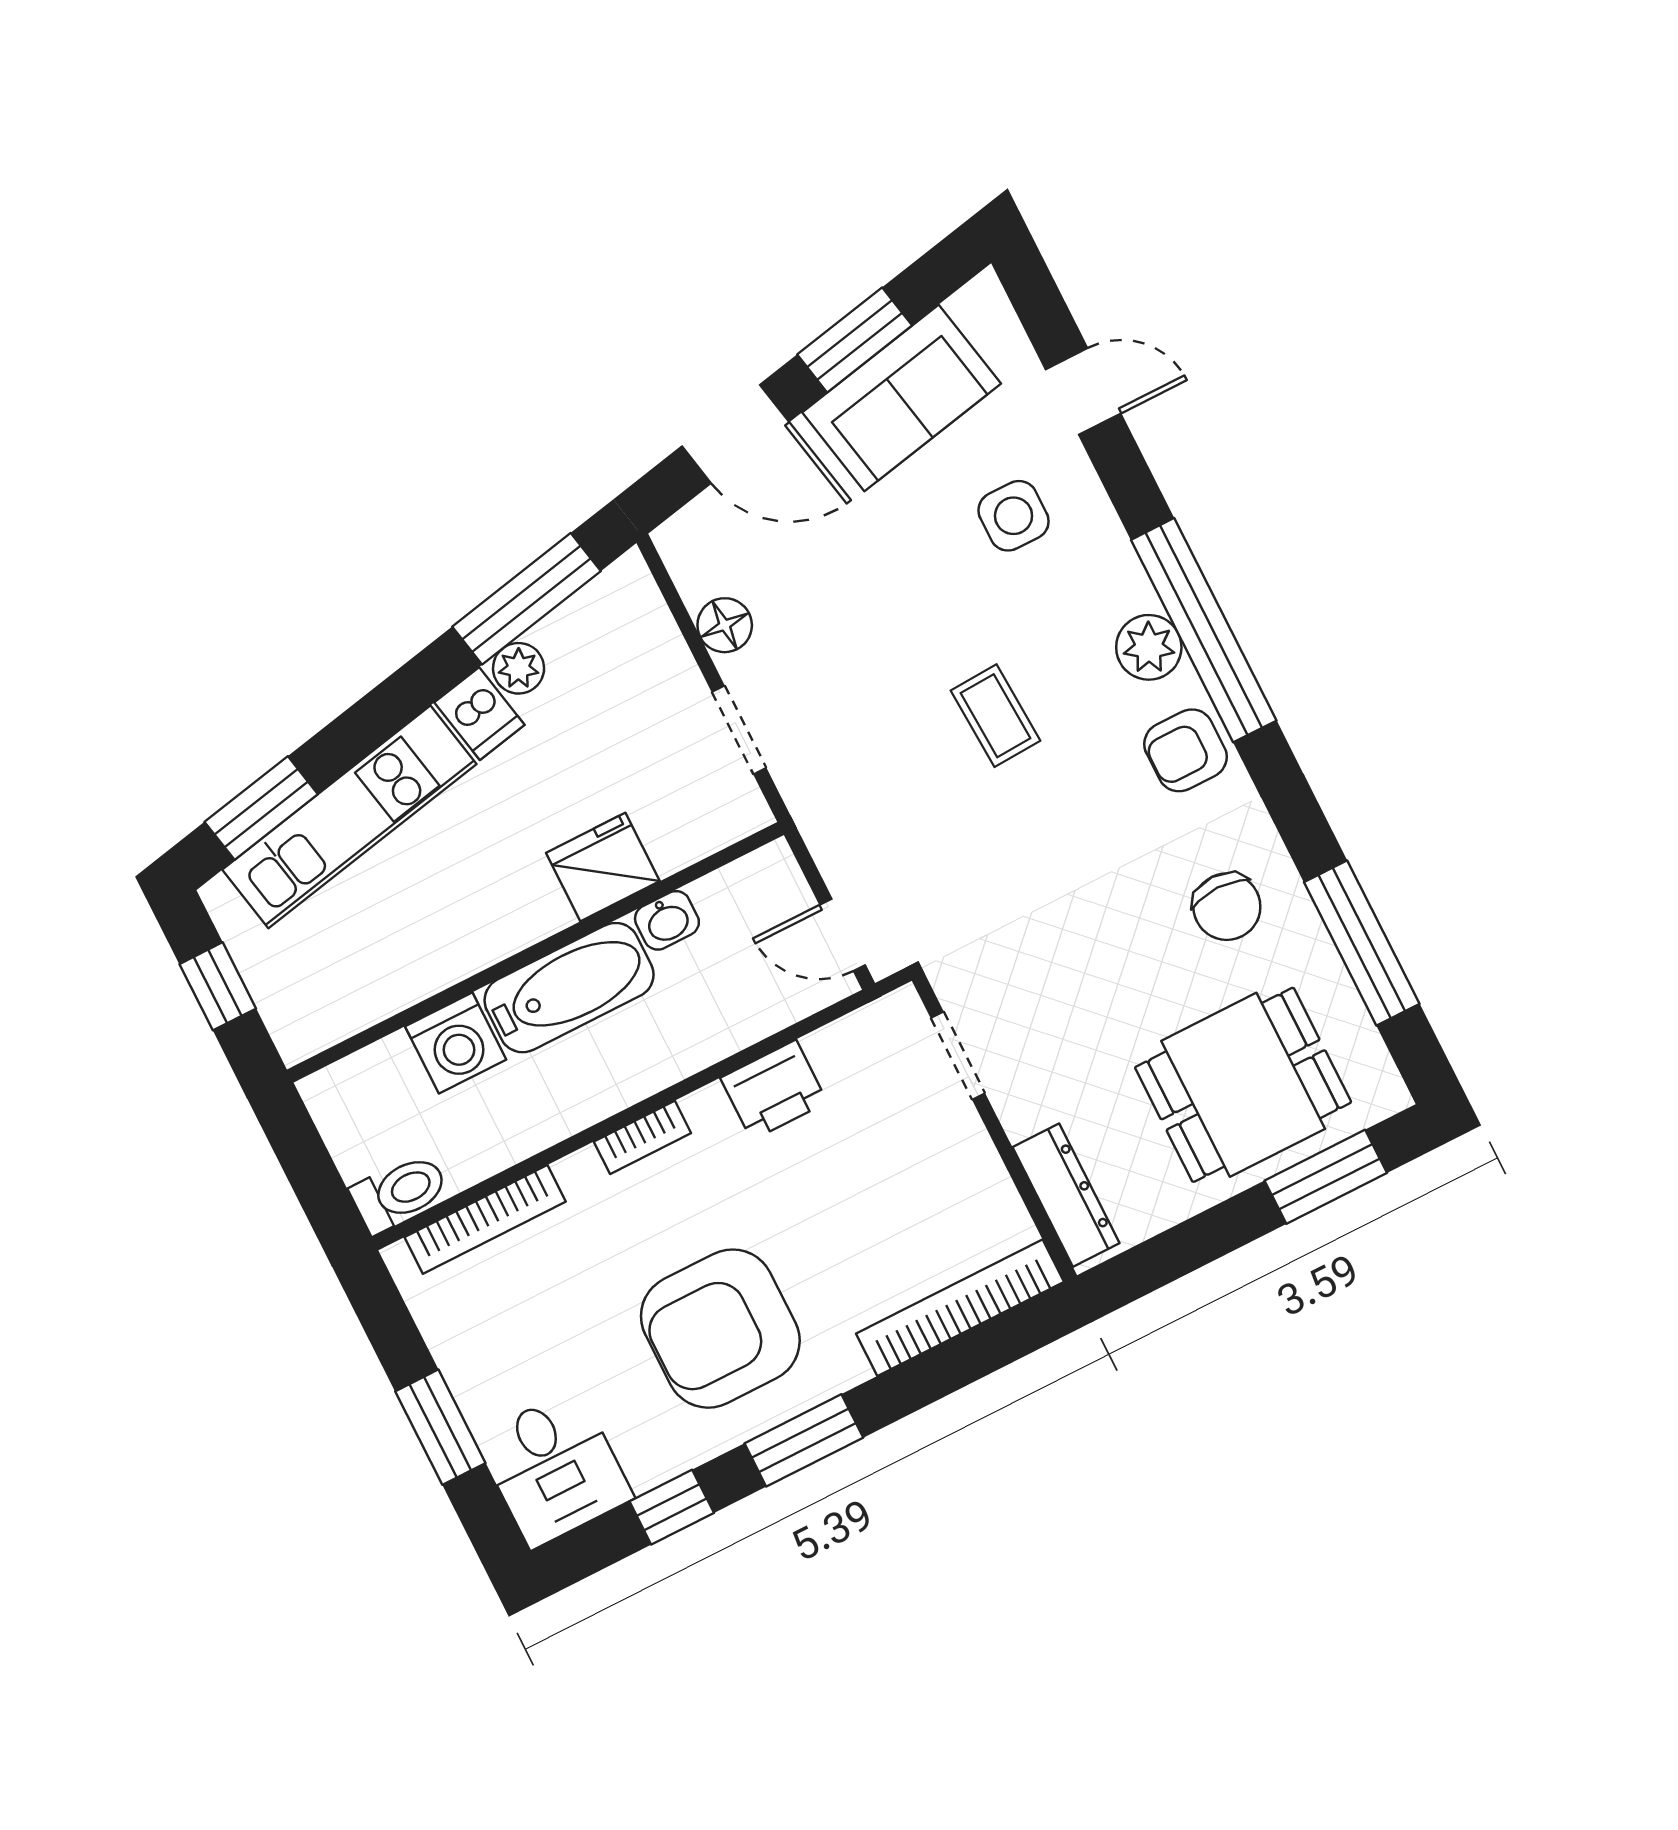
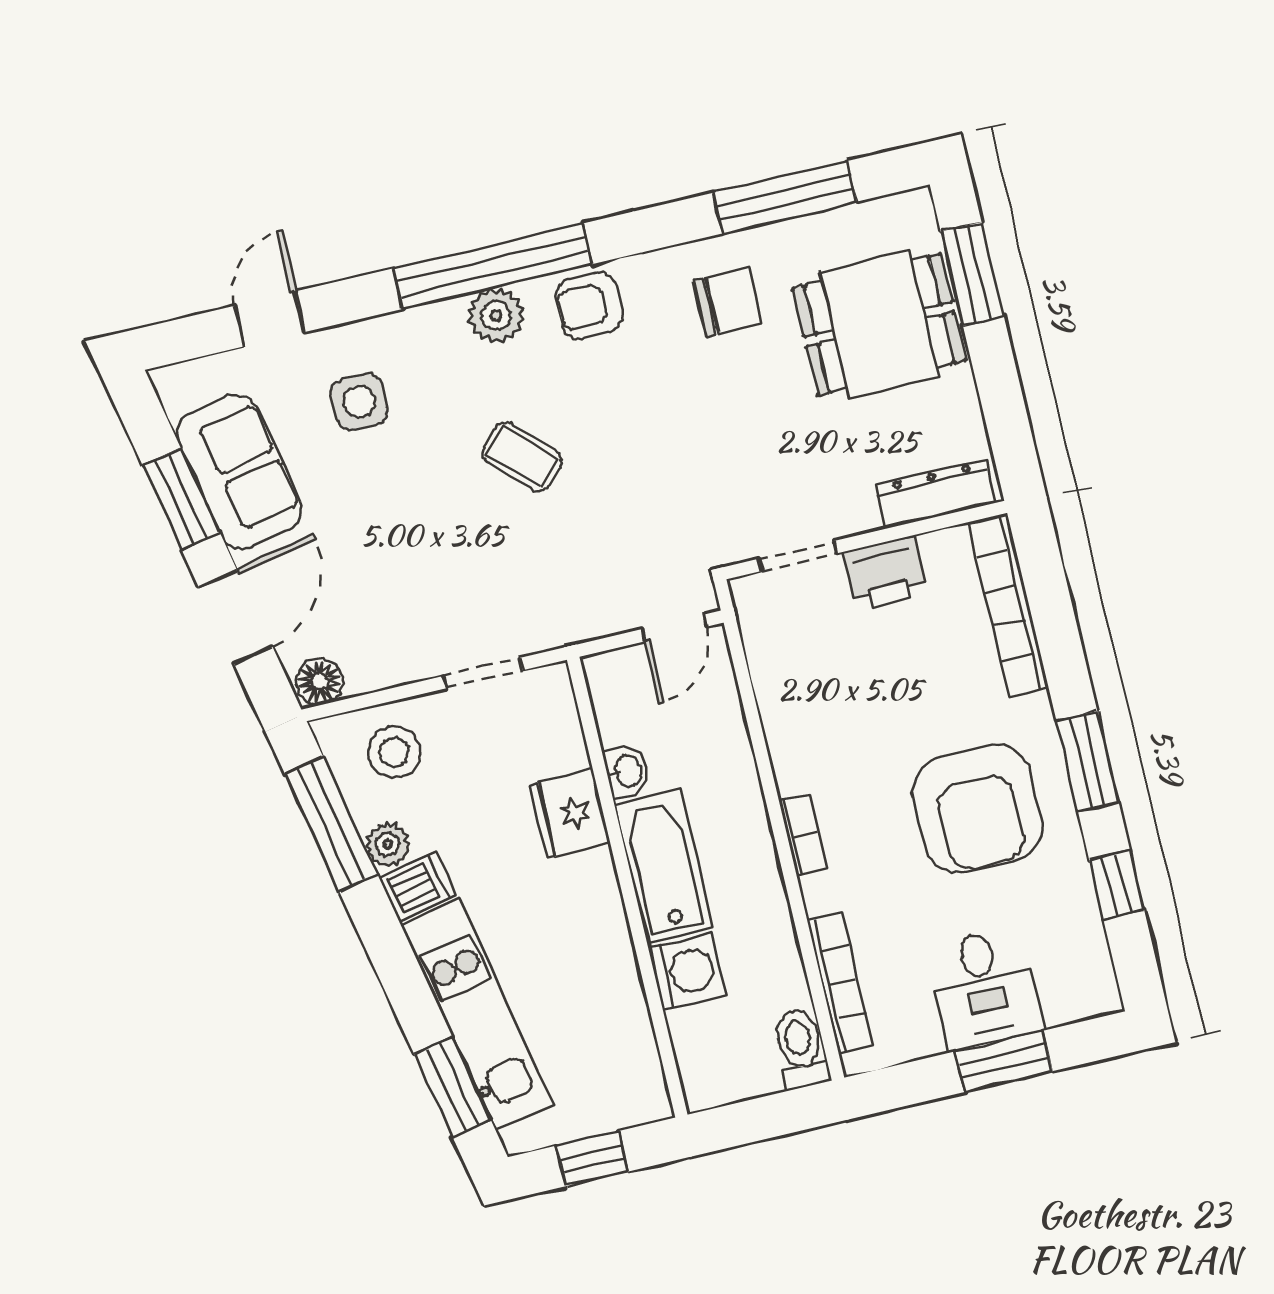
floor lamp: (725, 625) -> (320, 681), moved
stool: (625, 651) -> (394, 752), added
coffee table: (995, 716) -> (522, 457), turned 48
armchair: (1186, 750) -> (589, 305), turned 90
dining table: (1243, 1085) -> (879, 324), turned 90
printer: (774, 1090) -> (885, 573), moved, turned 90
desk: (554, 1468) -> (985, 989), moved, turned 90

